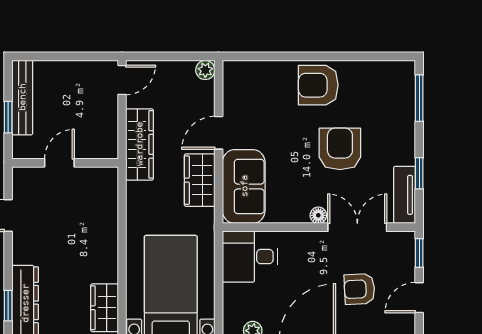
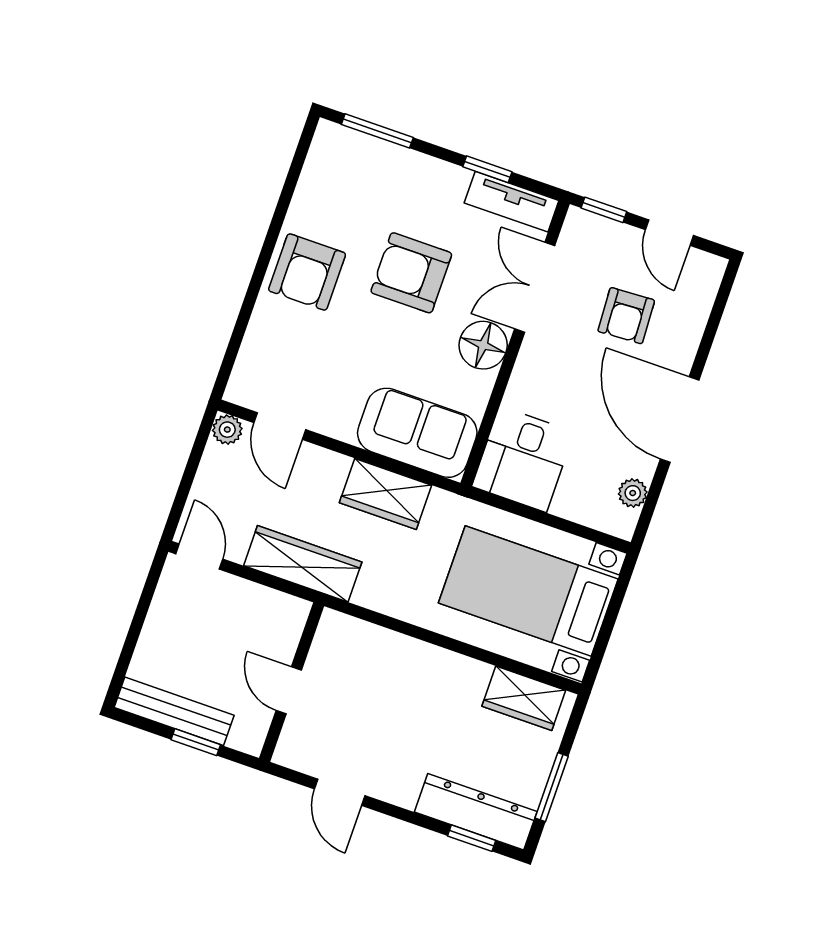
door: (219, 133) -> (280, 426), moved
floor lamp: (318, 215) -> (483, 345), width x1.89, depth x1.89

